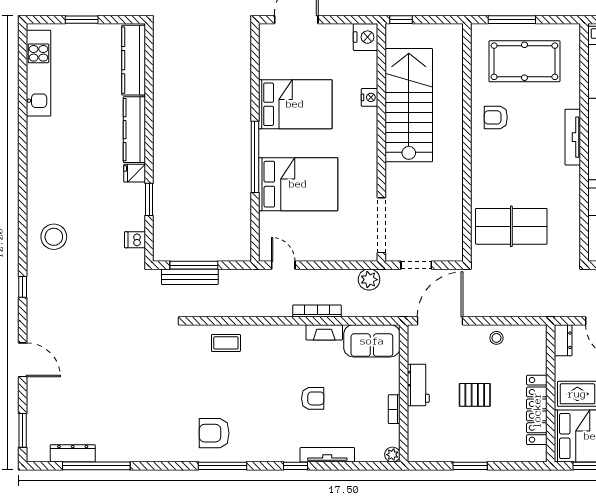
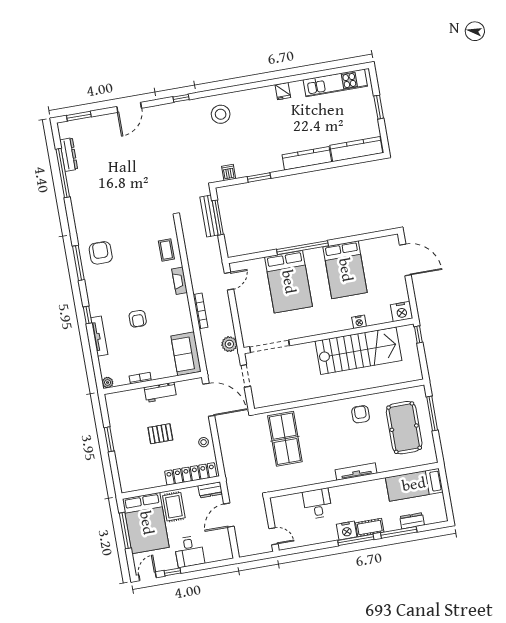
fridge: (135, 173) -> (283, 91), moved, turned 180
fireplace: (324, 332) -> (180, 281), moved
pallet: (475, 395) -> (160, 434), turned 90
locker: (537, 410) -> (191, 474), moved

